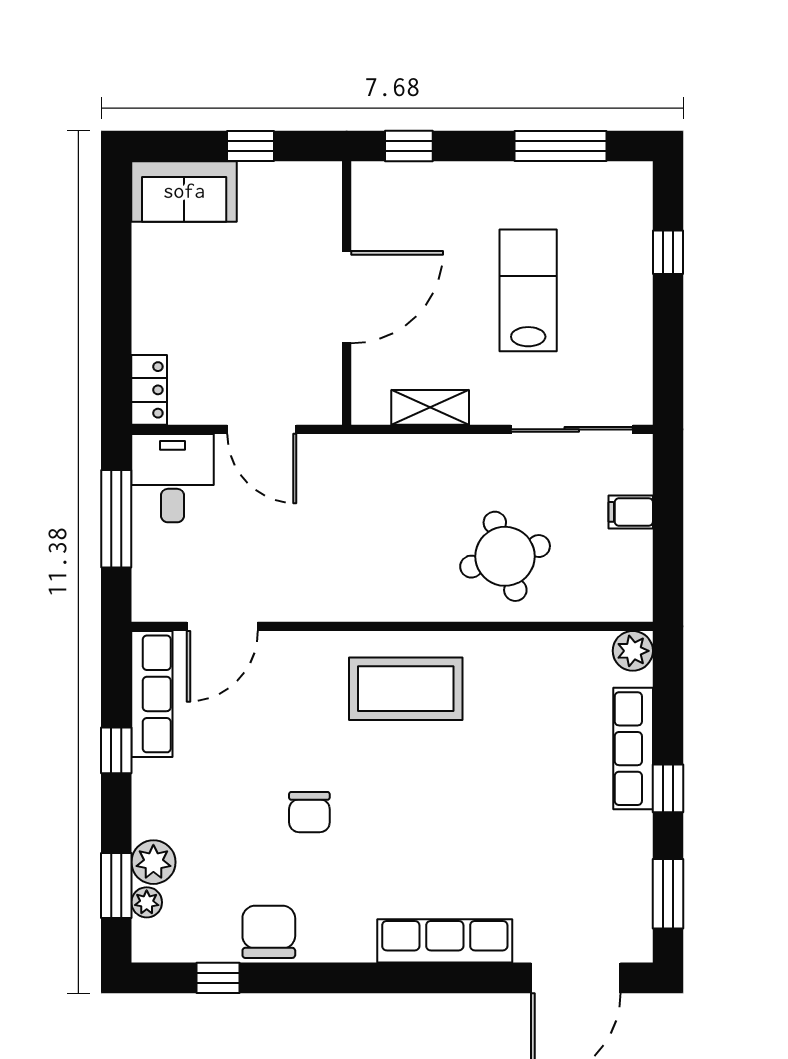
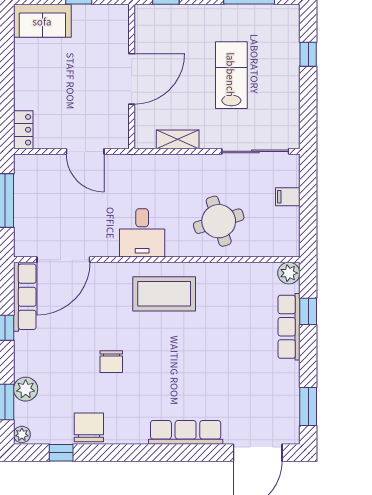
desk: (173, 478) -> (142, 233), moved, turned 180
door: (222, 626) -> (63, 260), width x1.36
window: (668, 788) -> (308, 311), moved
plant: (147, 902) -> (22, 434), moved

